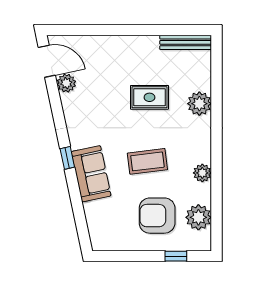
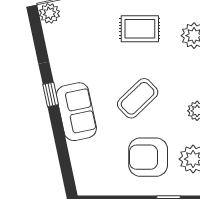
coffee table: (147, 161) -> (138, 98), turned -37

